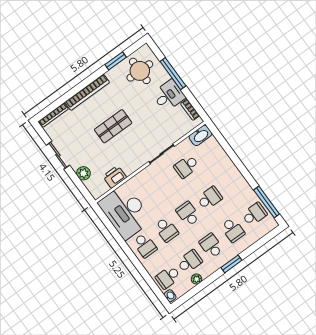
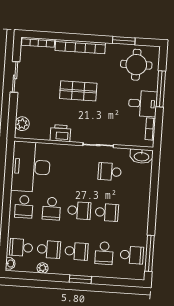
plant: (83, 173) -> (22, 124), moved
printer: (115, 177) -> (60, 133), moved
school desk: (188, 214) -> (79, 210), turned 90
school desk: (211, 246) -> (76, 251), turned 90

